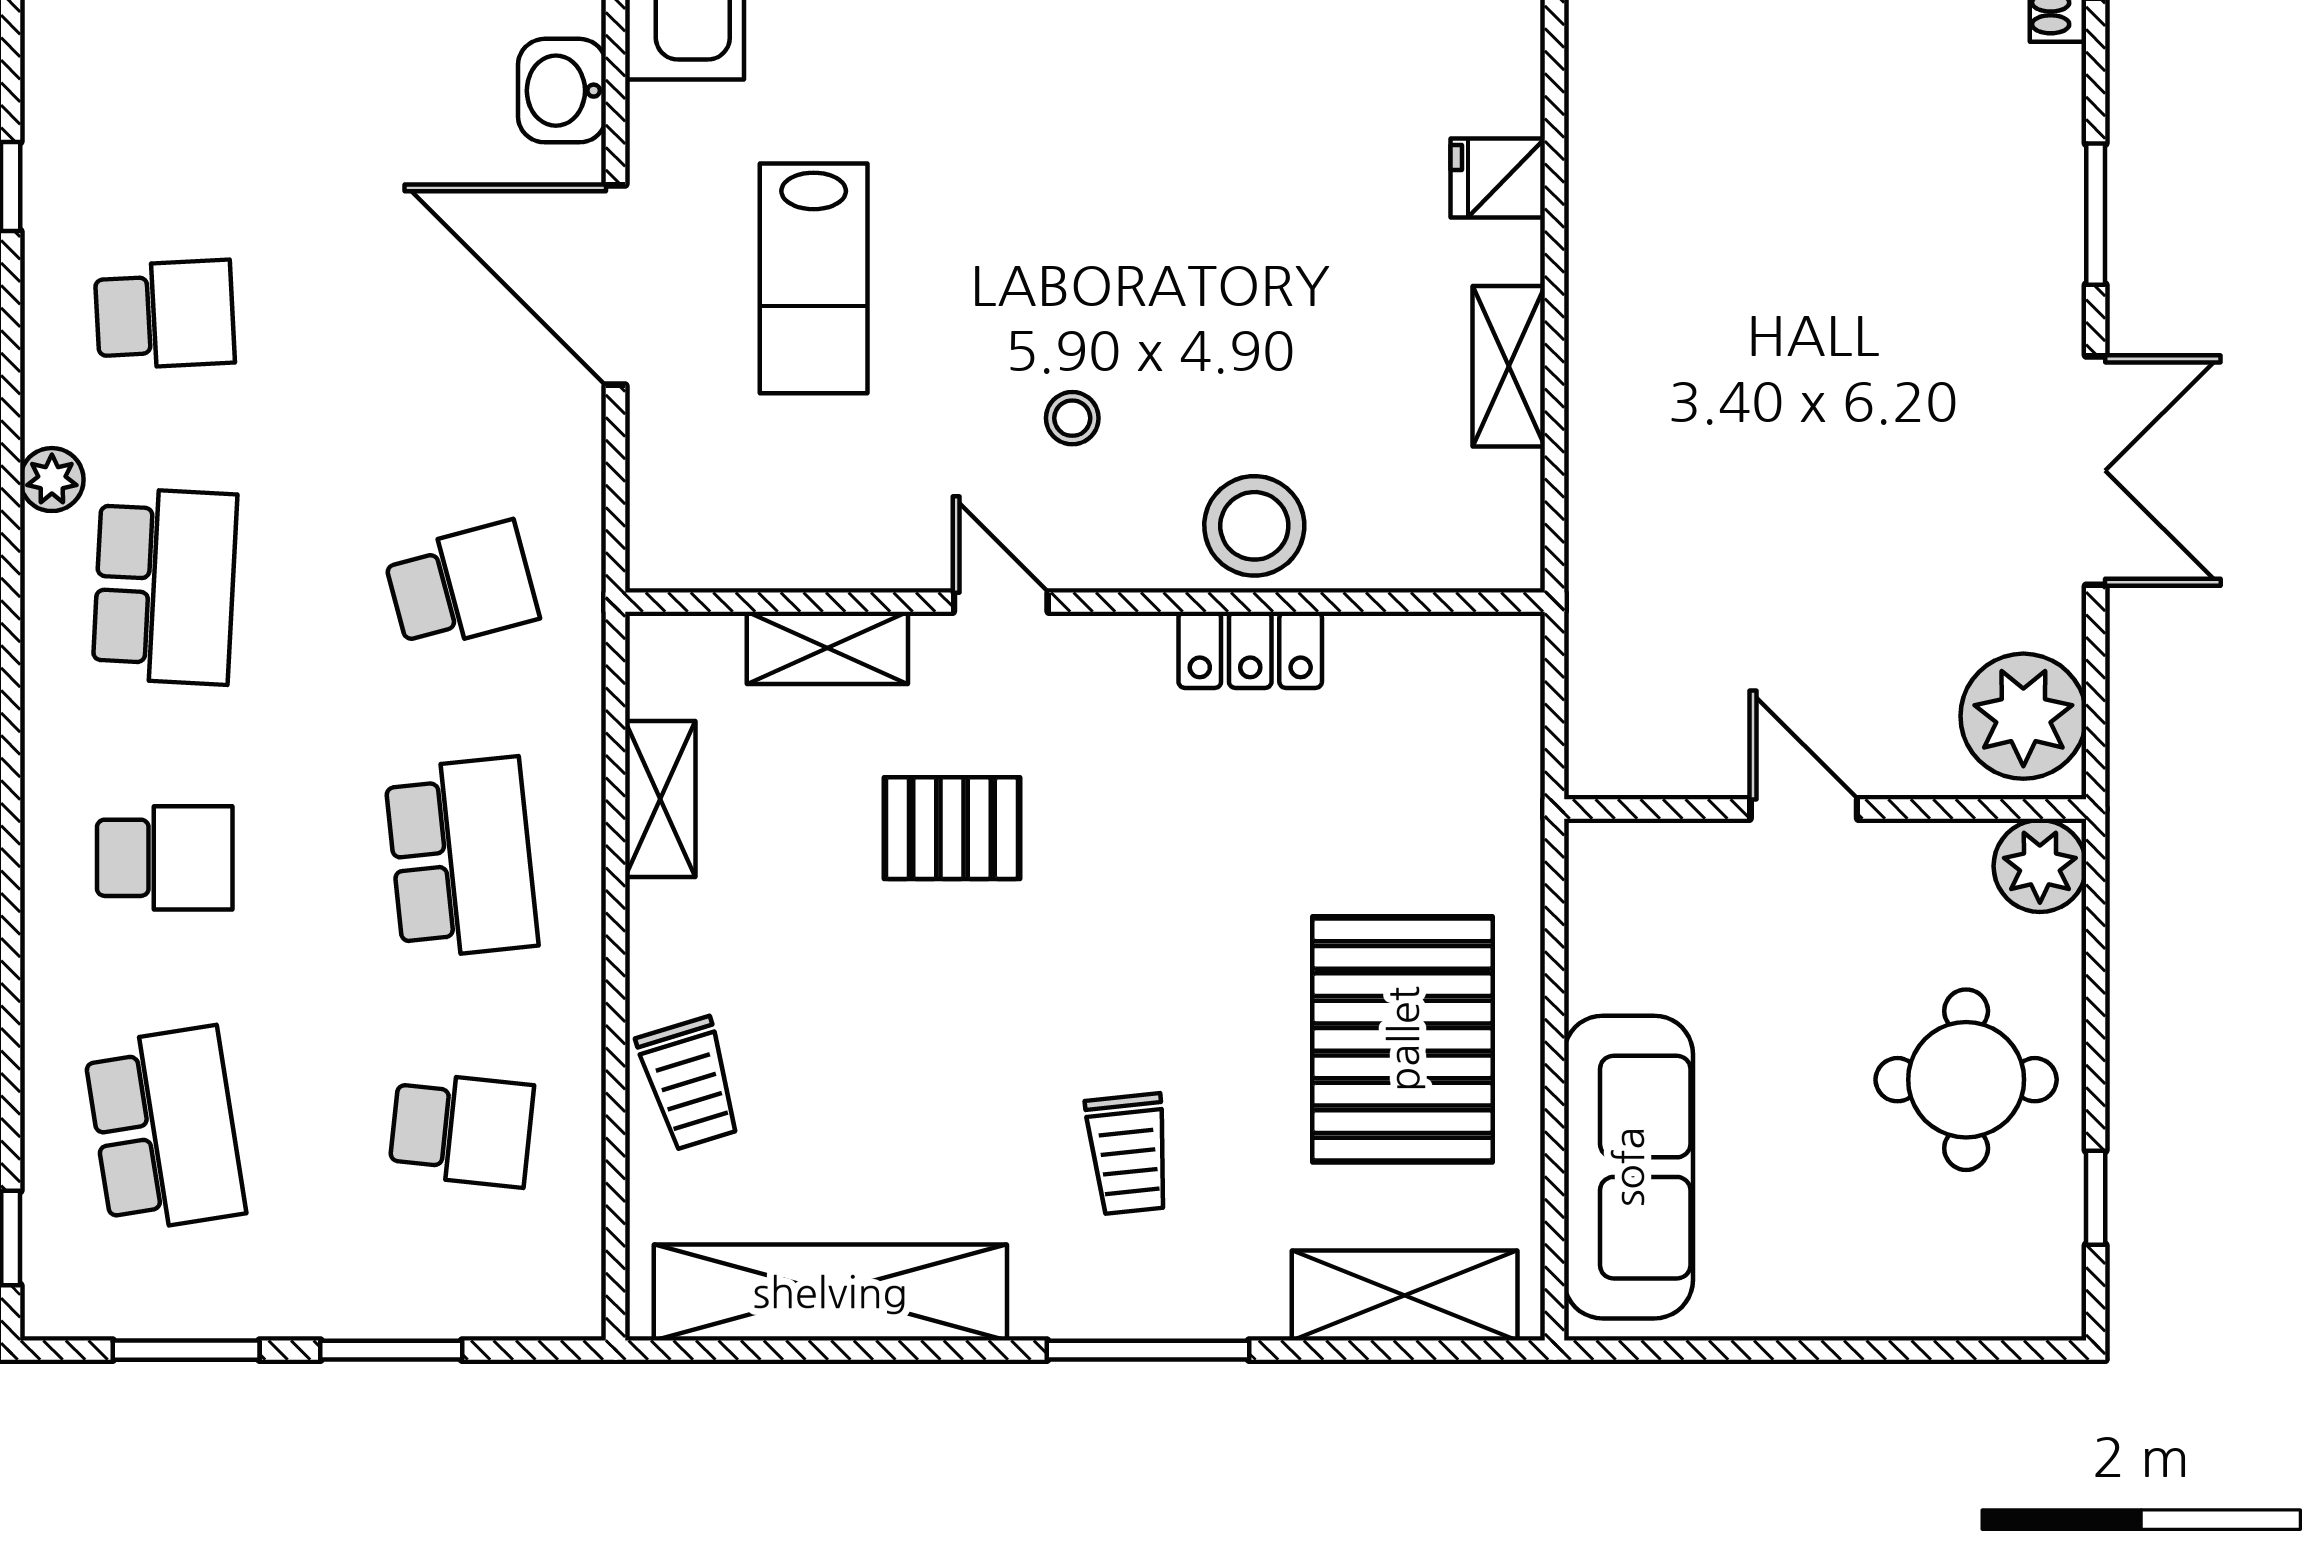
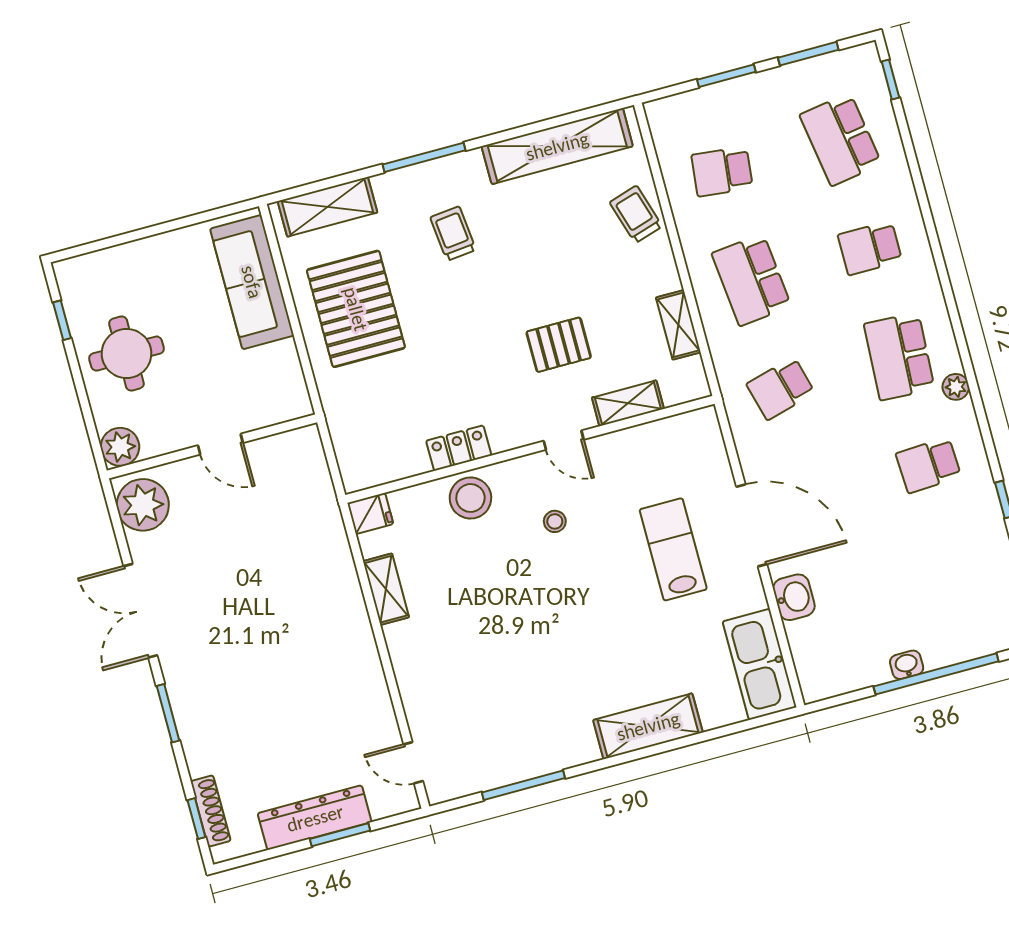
fridge: (1498, 178) -> (370, 513), moved

